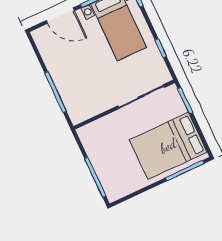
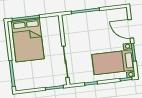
door: (60, 16) -> (131, 29), hinge flipped
bed: (168, 146) -> (28, 40), moved, turned 180

